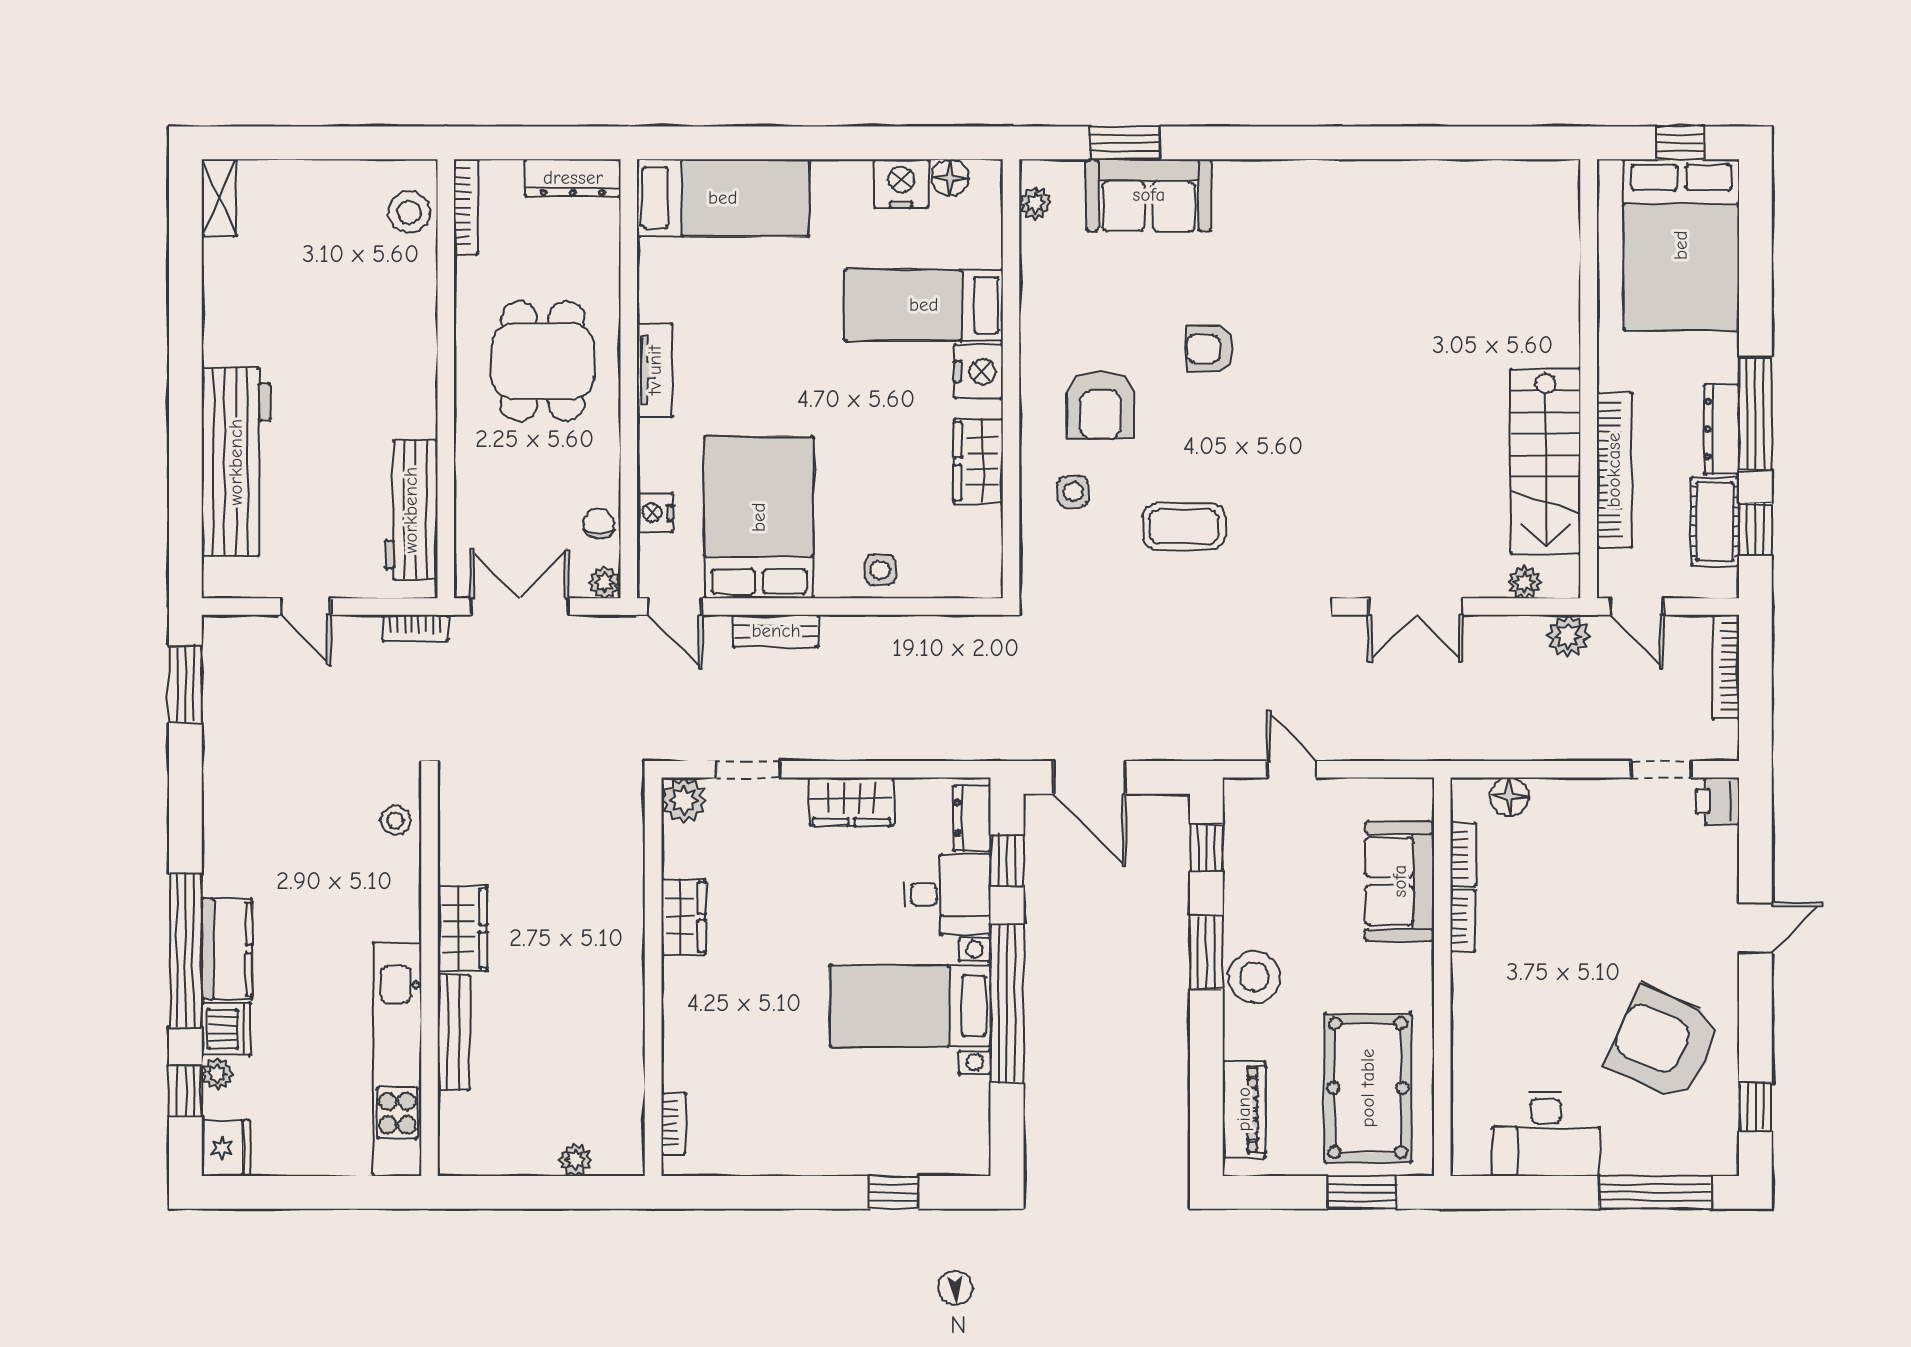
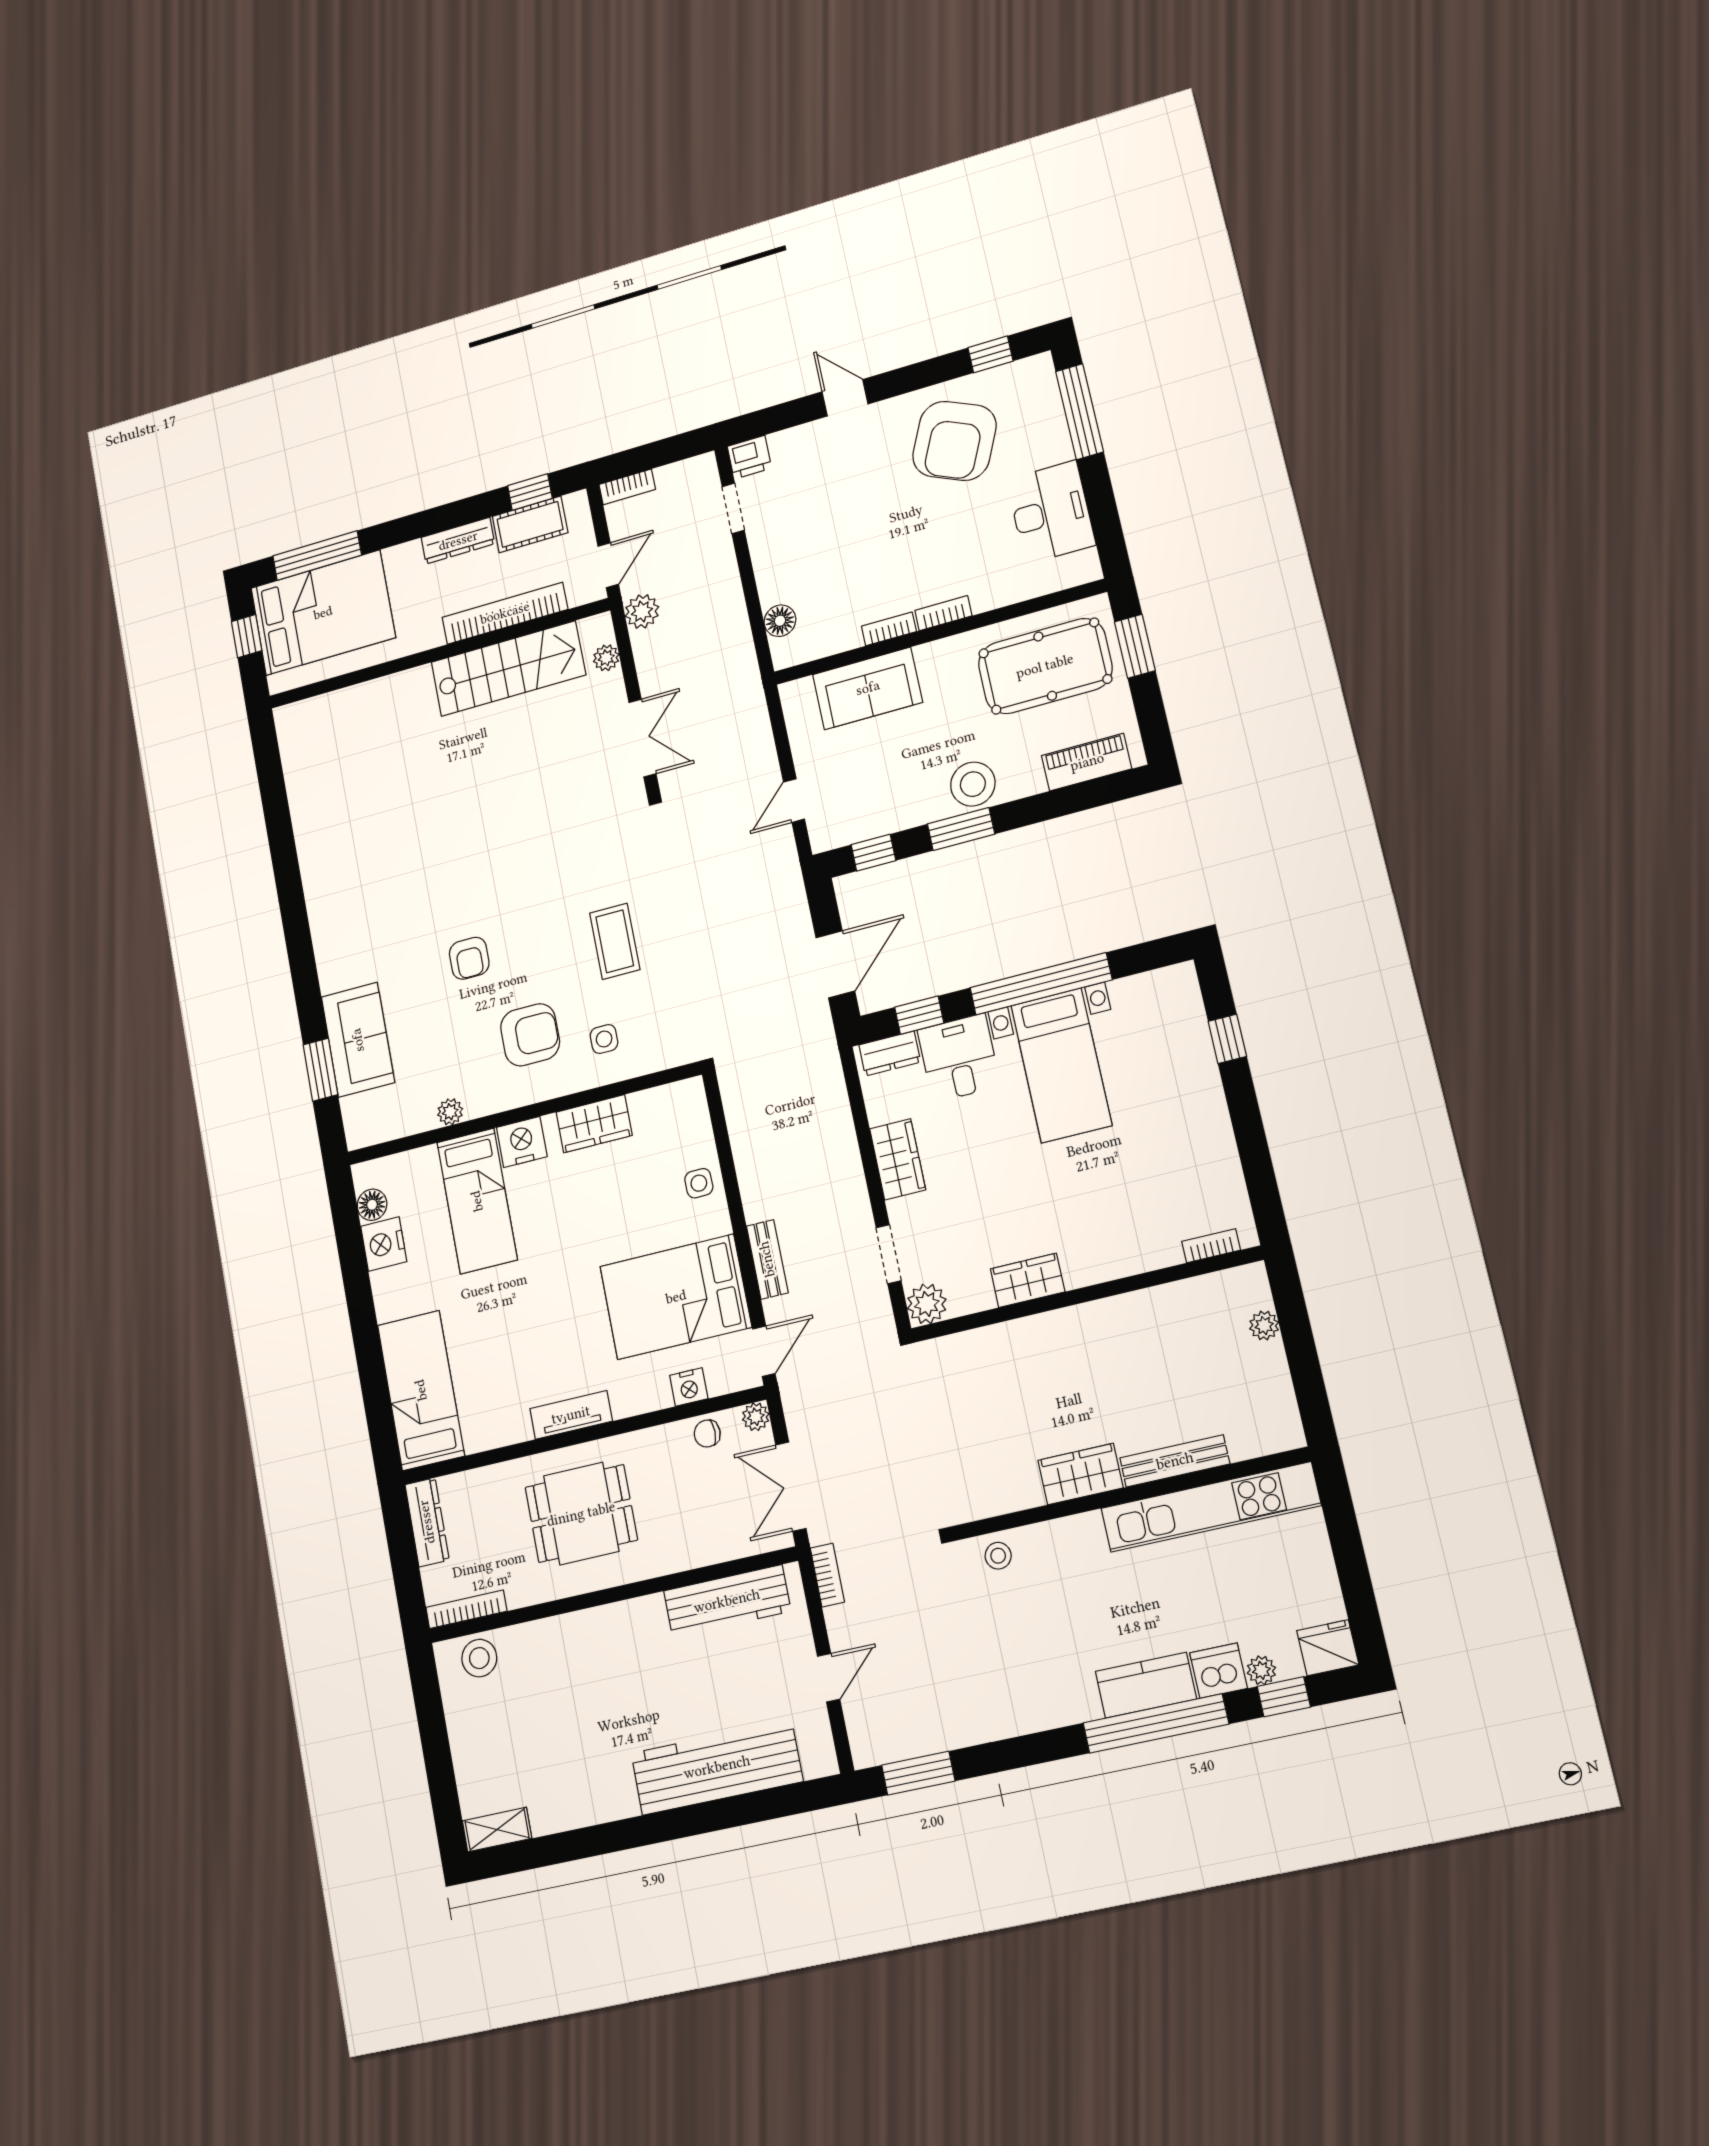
plant: (1035, 203) -> (450, 1112), moved
window: (1755, 414) -> (317, 556), moved
bookcase: (1726, 667) -> (627, 487), width x0.64
bookcase: (1463, 854) -> (943, 613), moved

